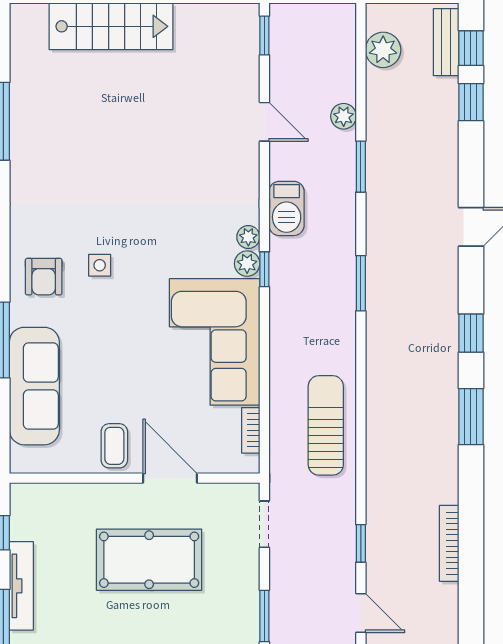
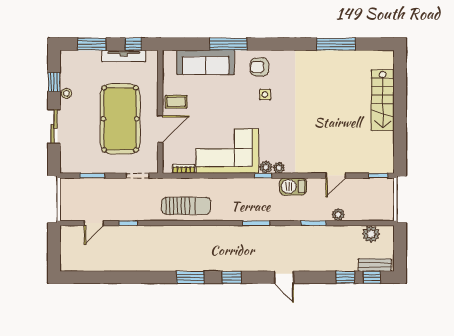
bookcase: (449, 543) -> (128, 267), removed
pool table: (149, 560) -> (120, 119), width x1.36, depth x1.32
tv unit: (21, 586) -> (124, 56), moved

